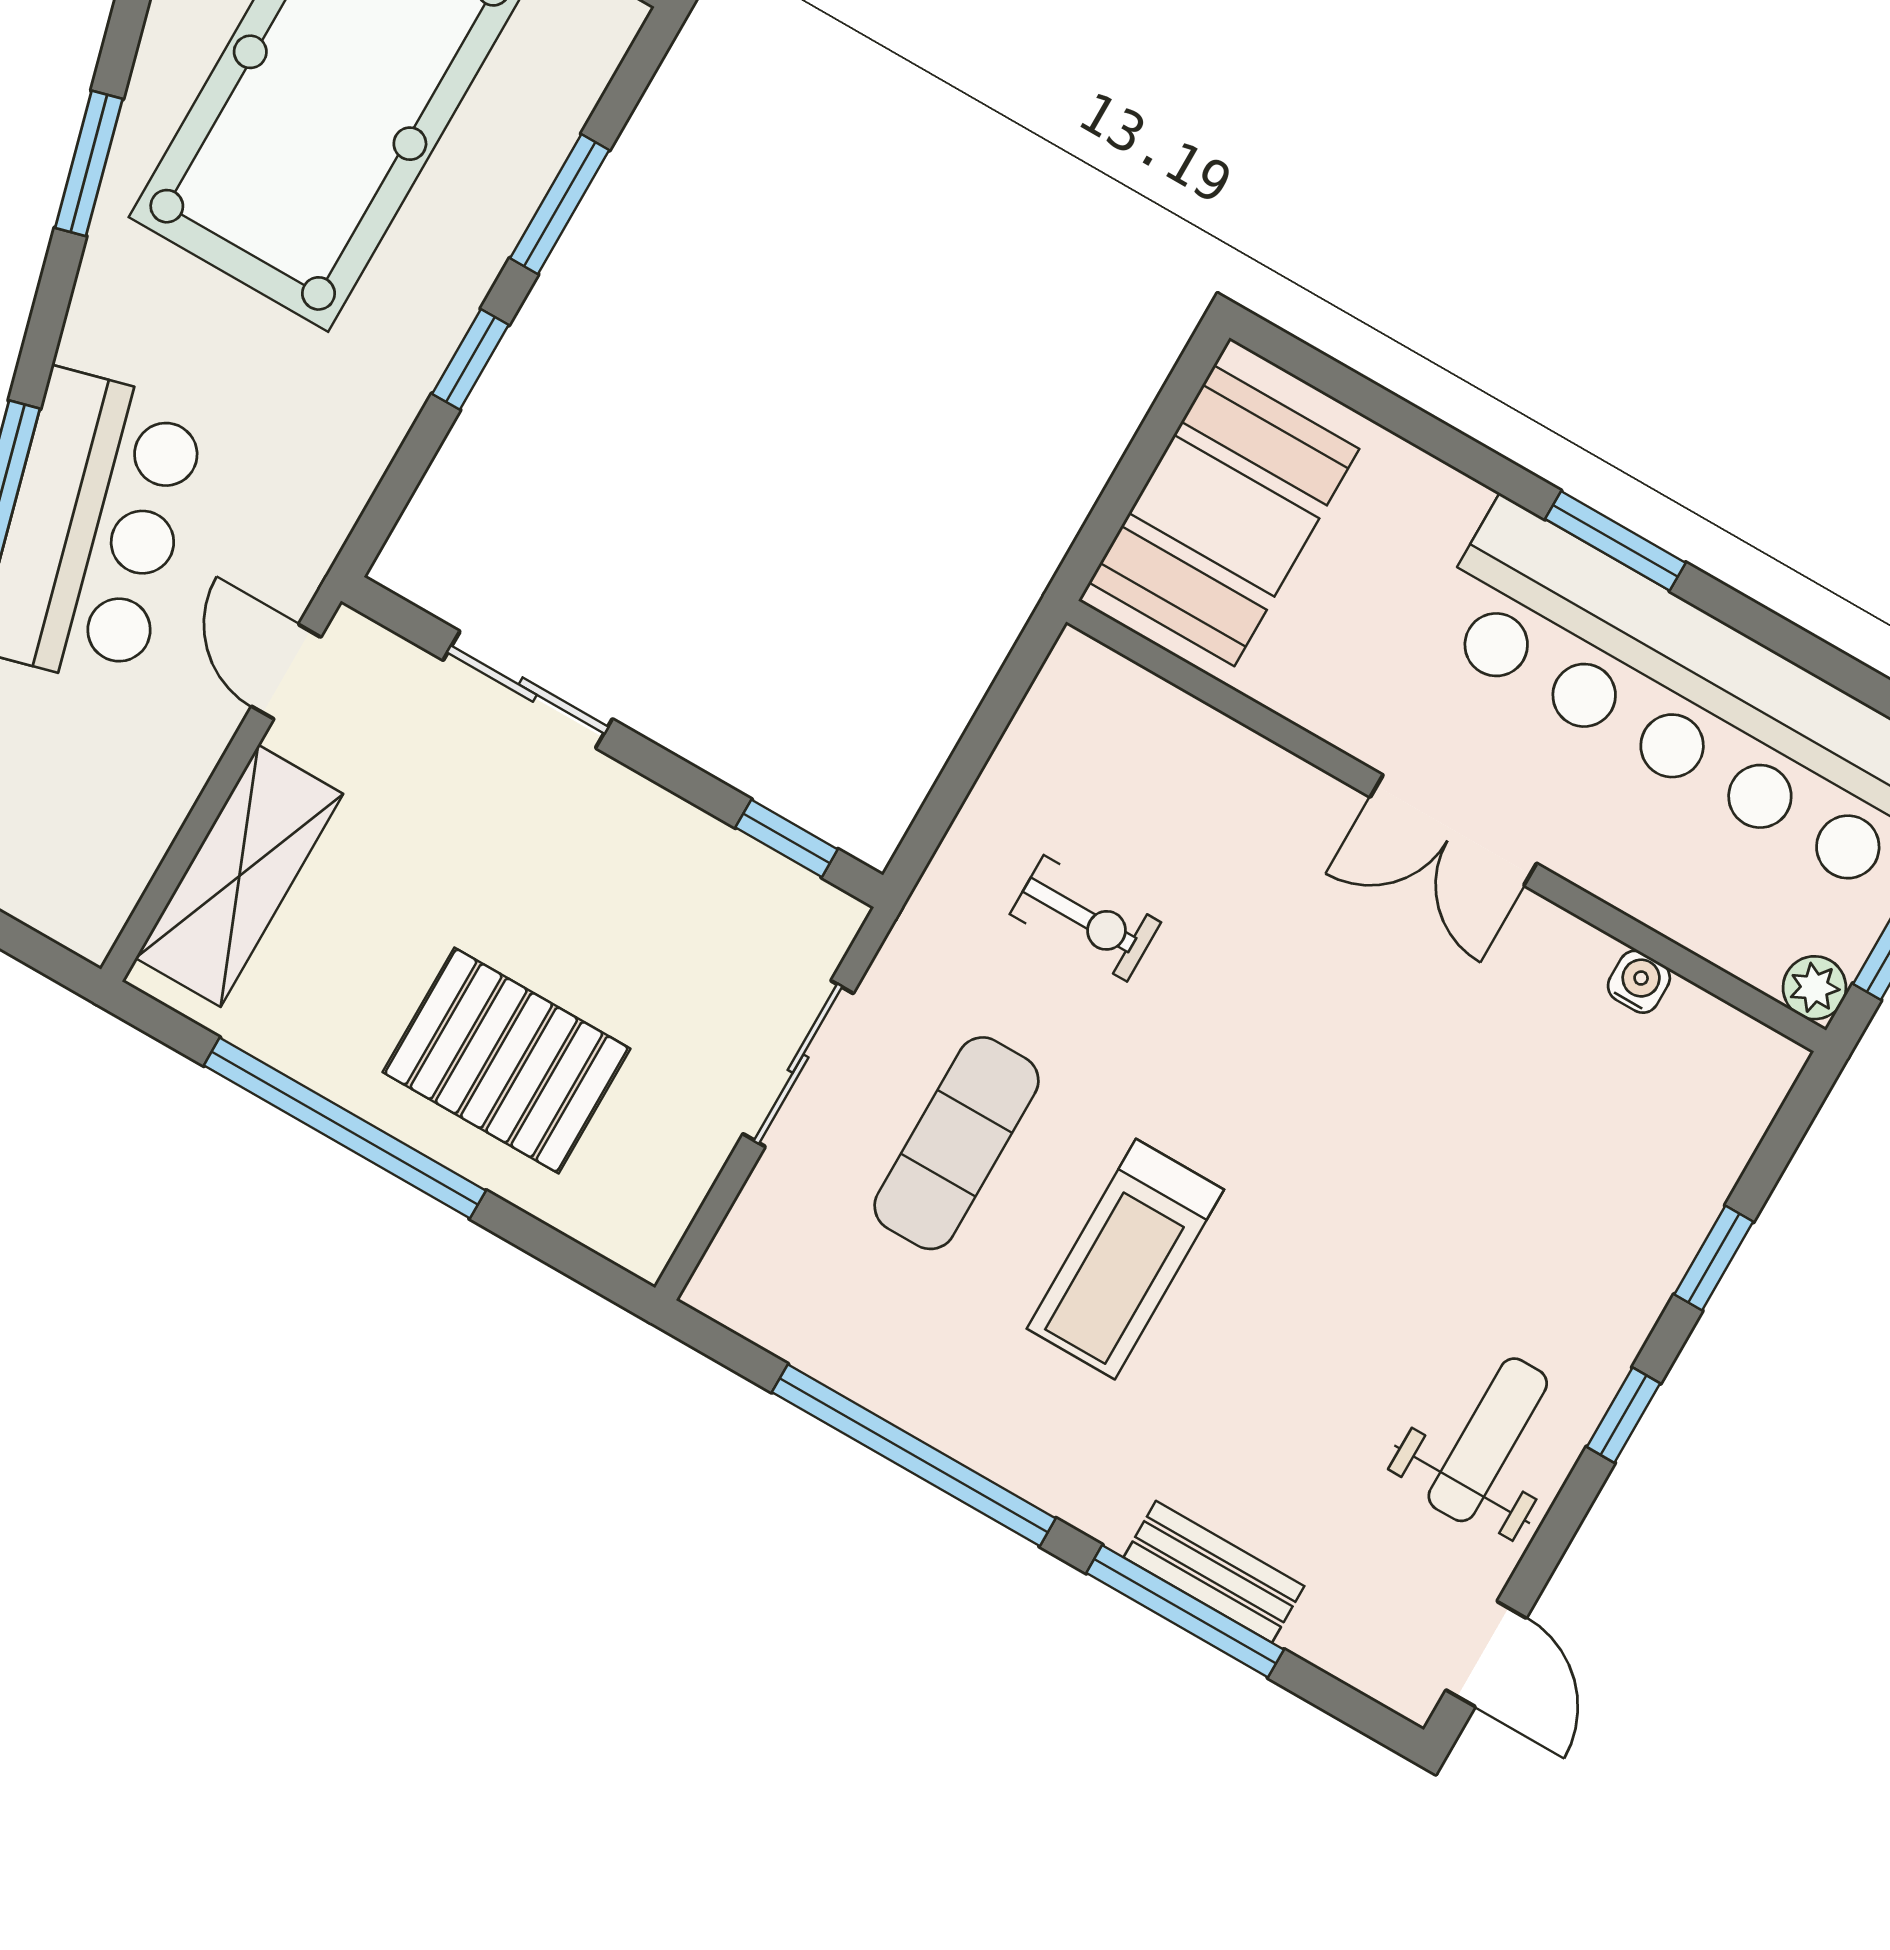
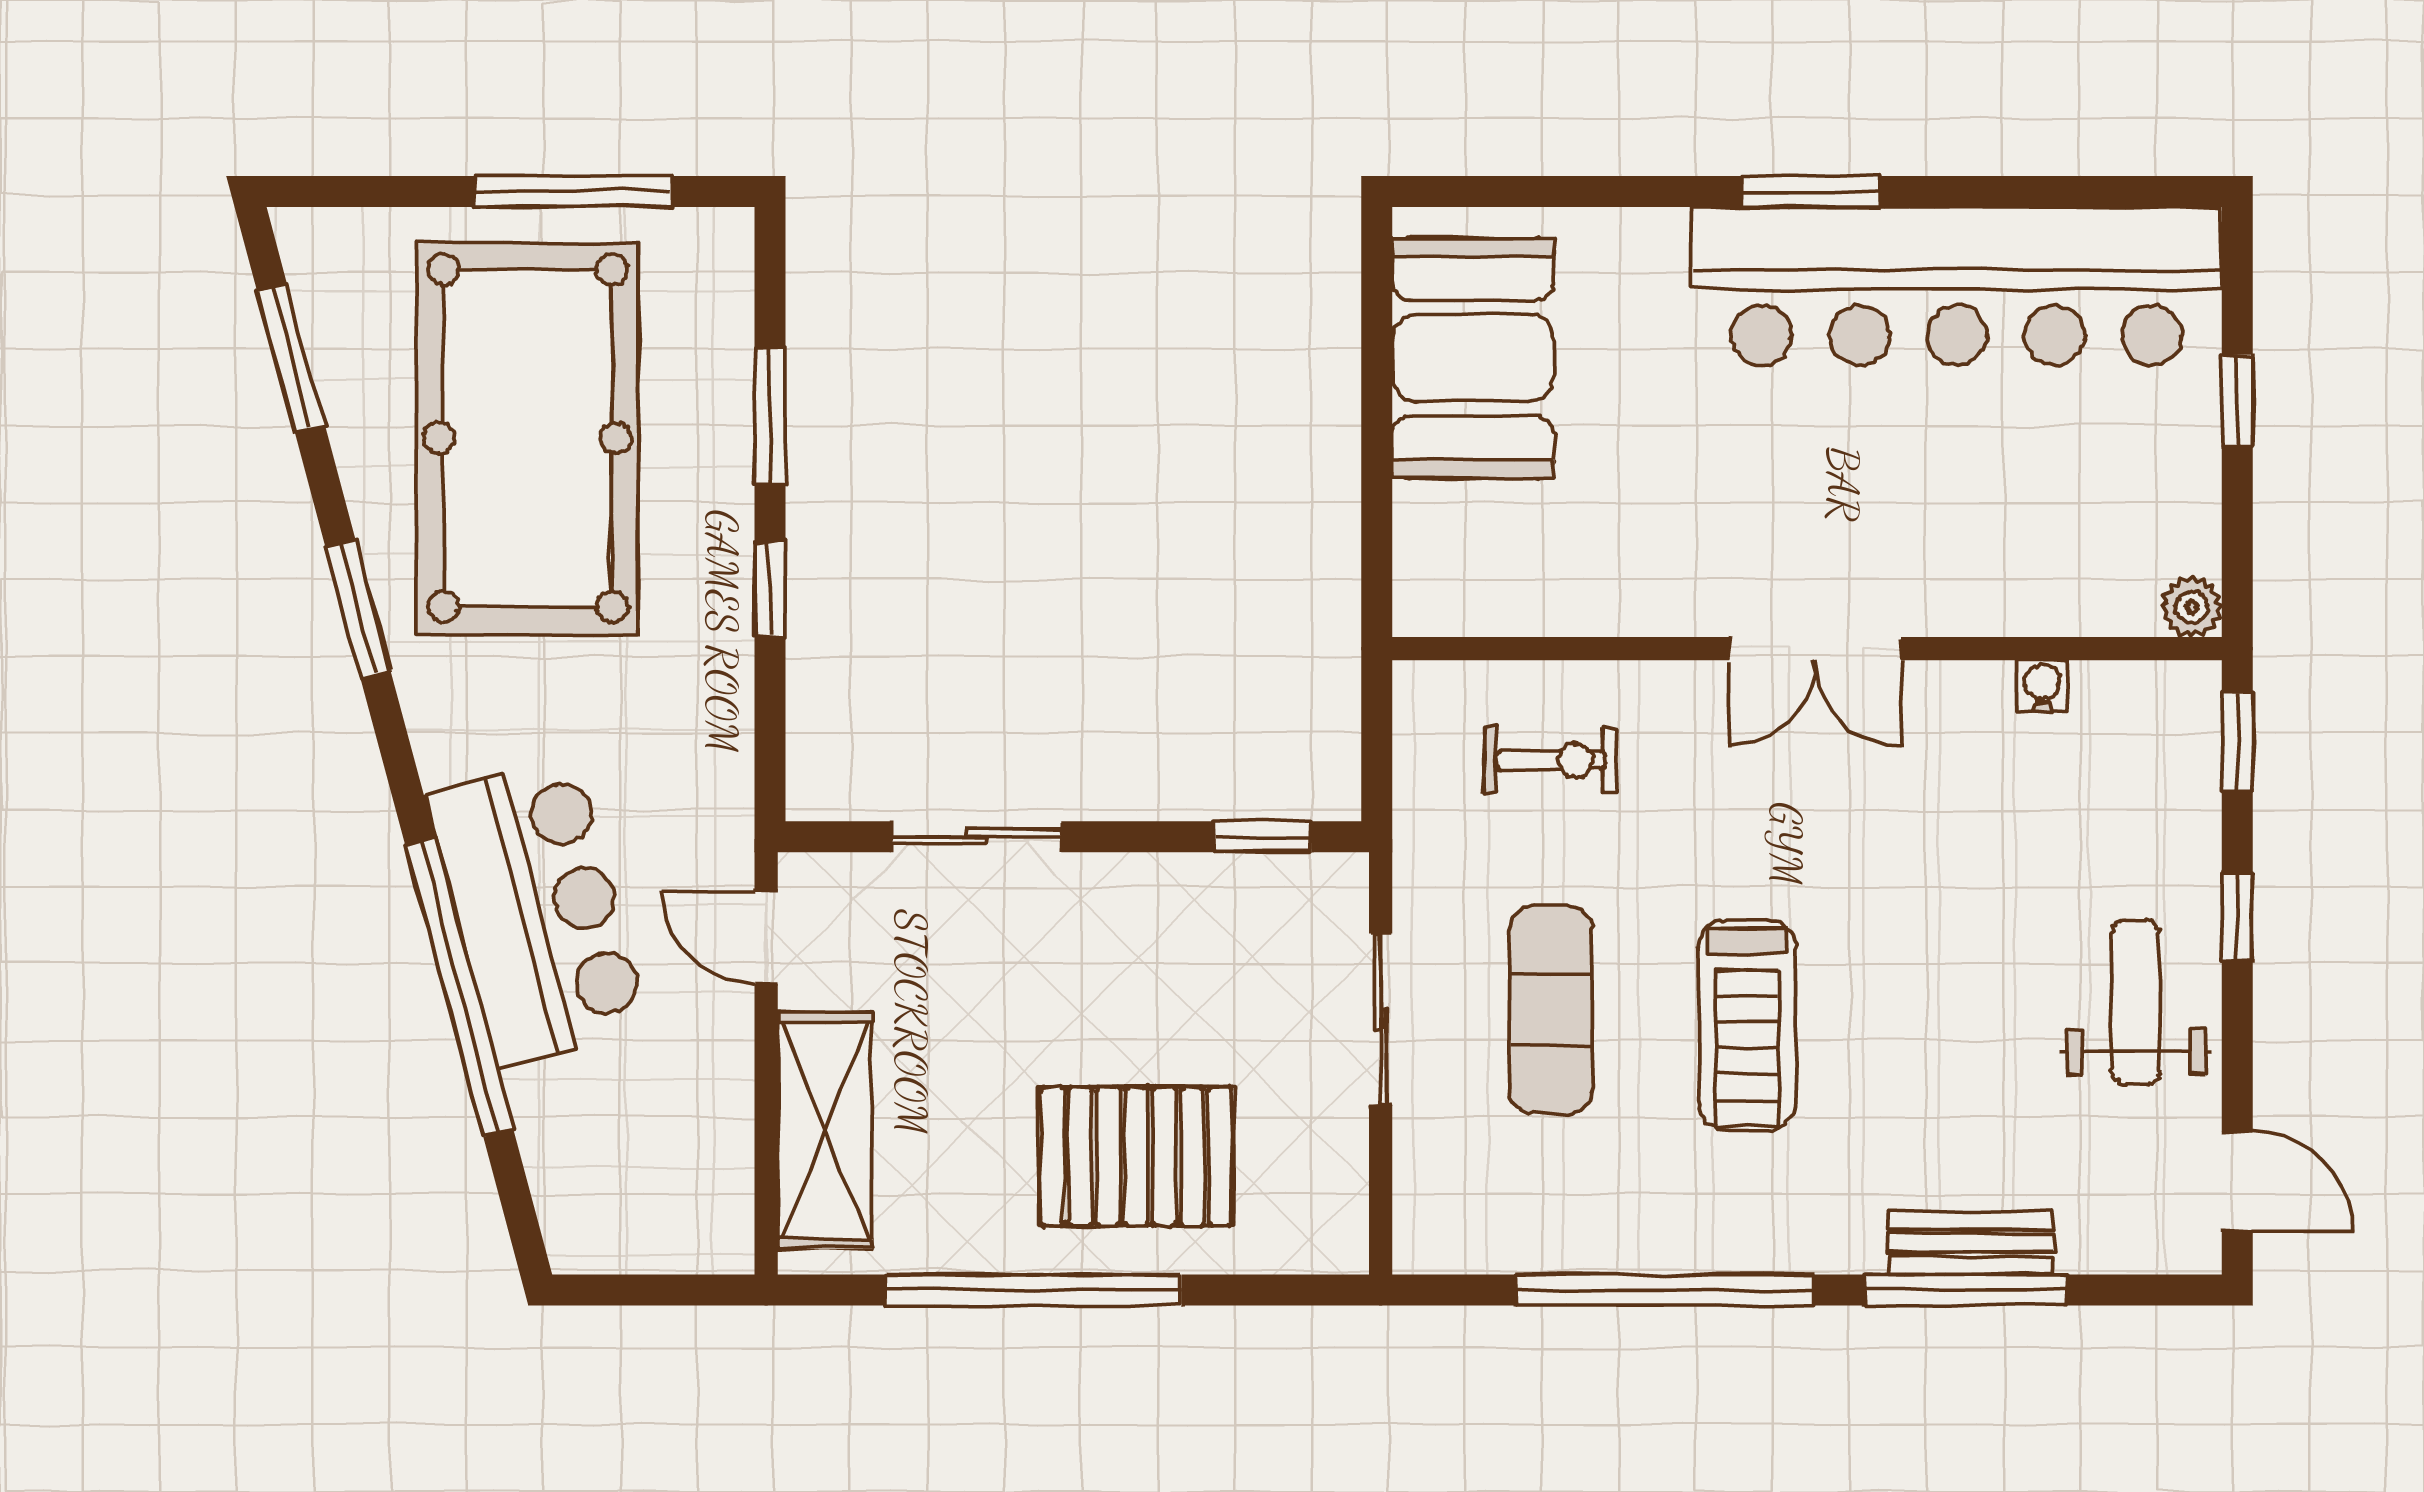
wall: (1446, 826) -> (1807, 649), moved
double door: (1453, 830) -> (1815, 649), moved
water cooler: (1639, 982) -> (2042, 686), moved
plant: (1815, 988) -> (2192, 607), moved

